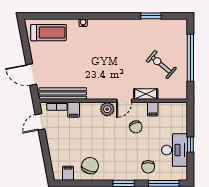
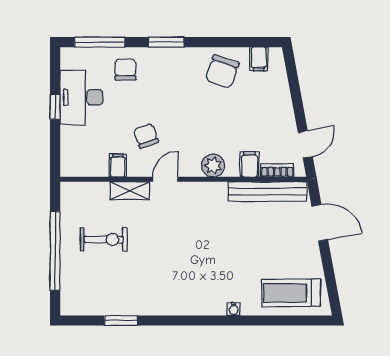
exercise bike: (161, 65) -> (104, 240), turned -40
plant: (107, 109) -> (213, 165), moved

